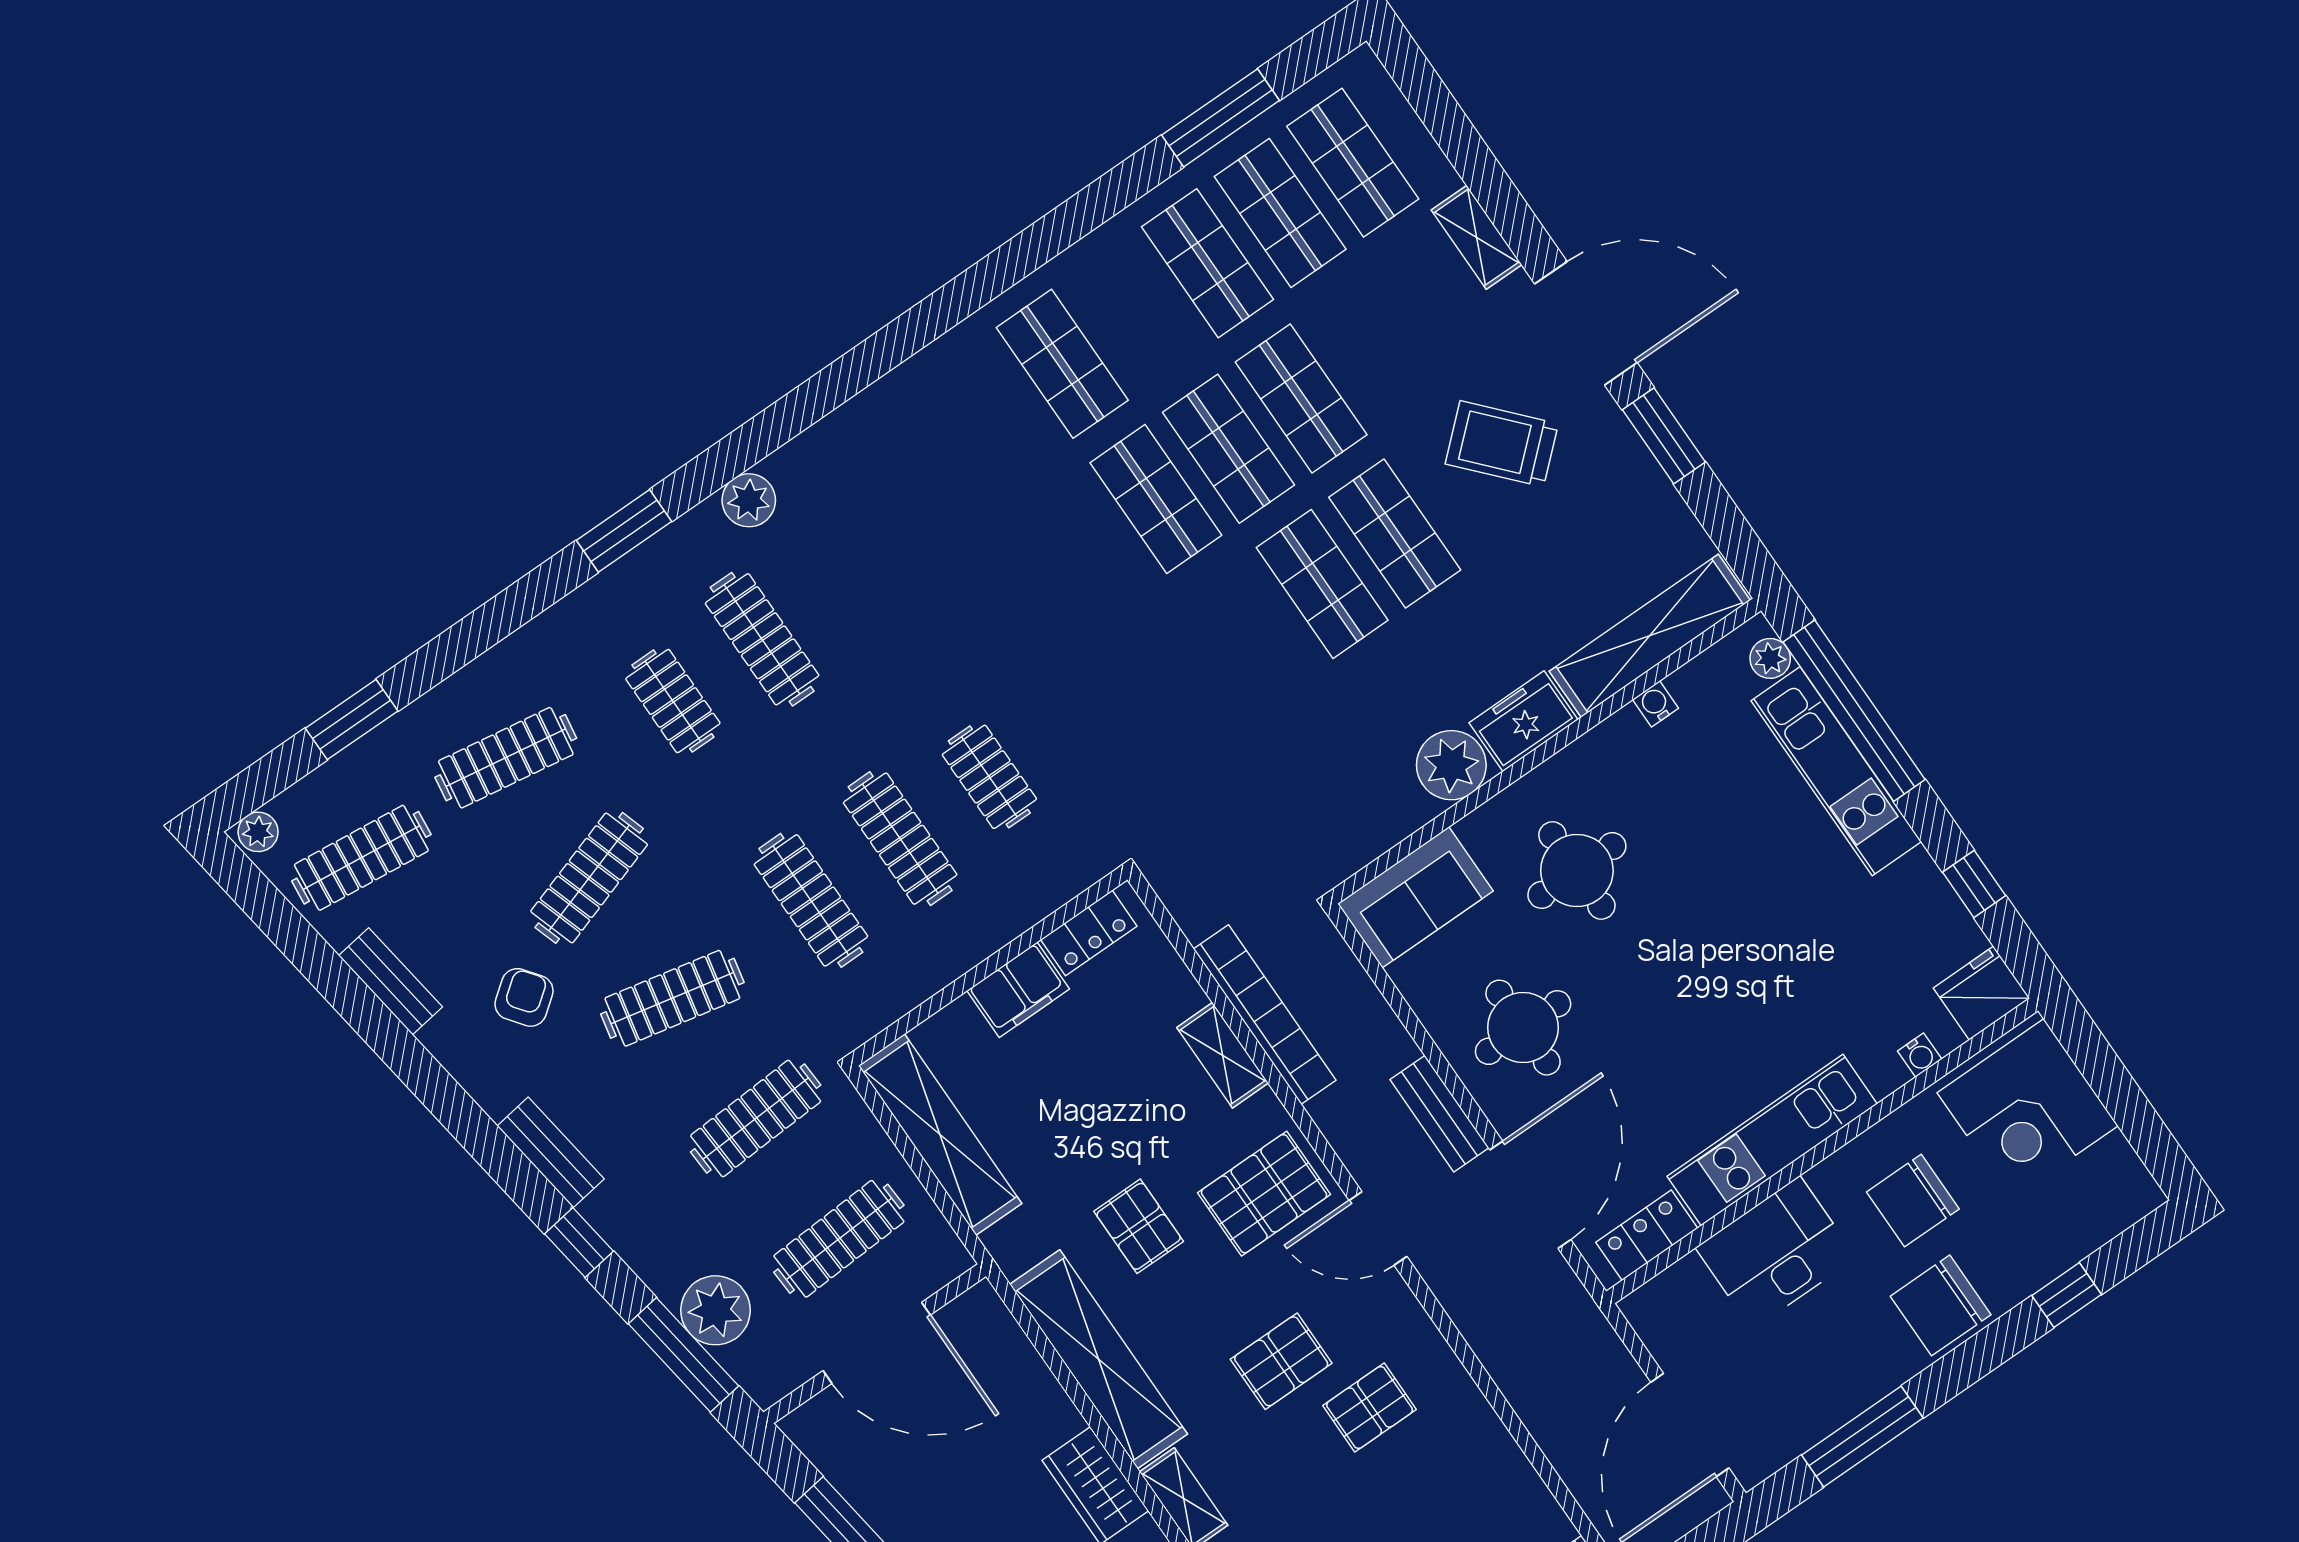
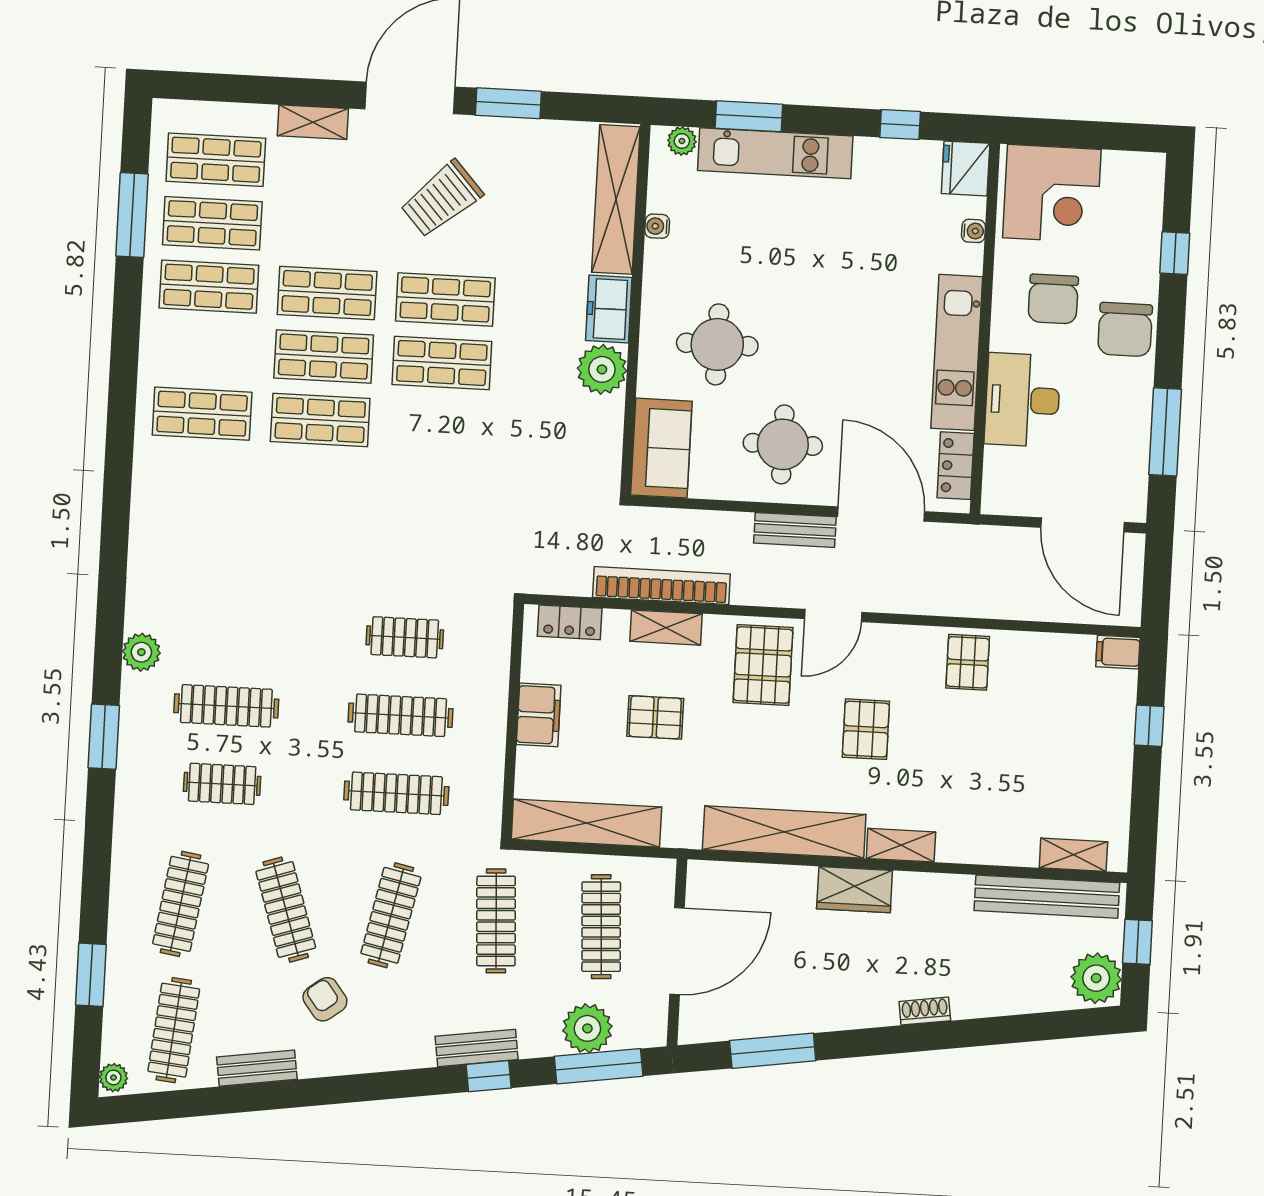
window: (1854, 711) -> (749, 116), width x0.47
locker: (1089, 933) -> (570, 622), moved, turned 90
bench: (551, 1152) -> (477, 1048), moved
pallet: (1139, 1226) -> (655, 717), moved
pallet: (1370, 1408) -> (968, 662), moved

